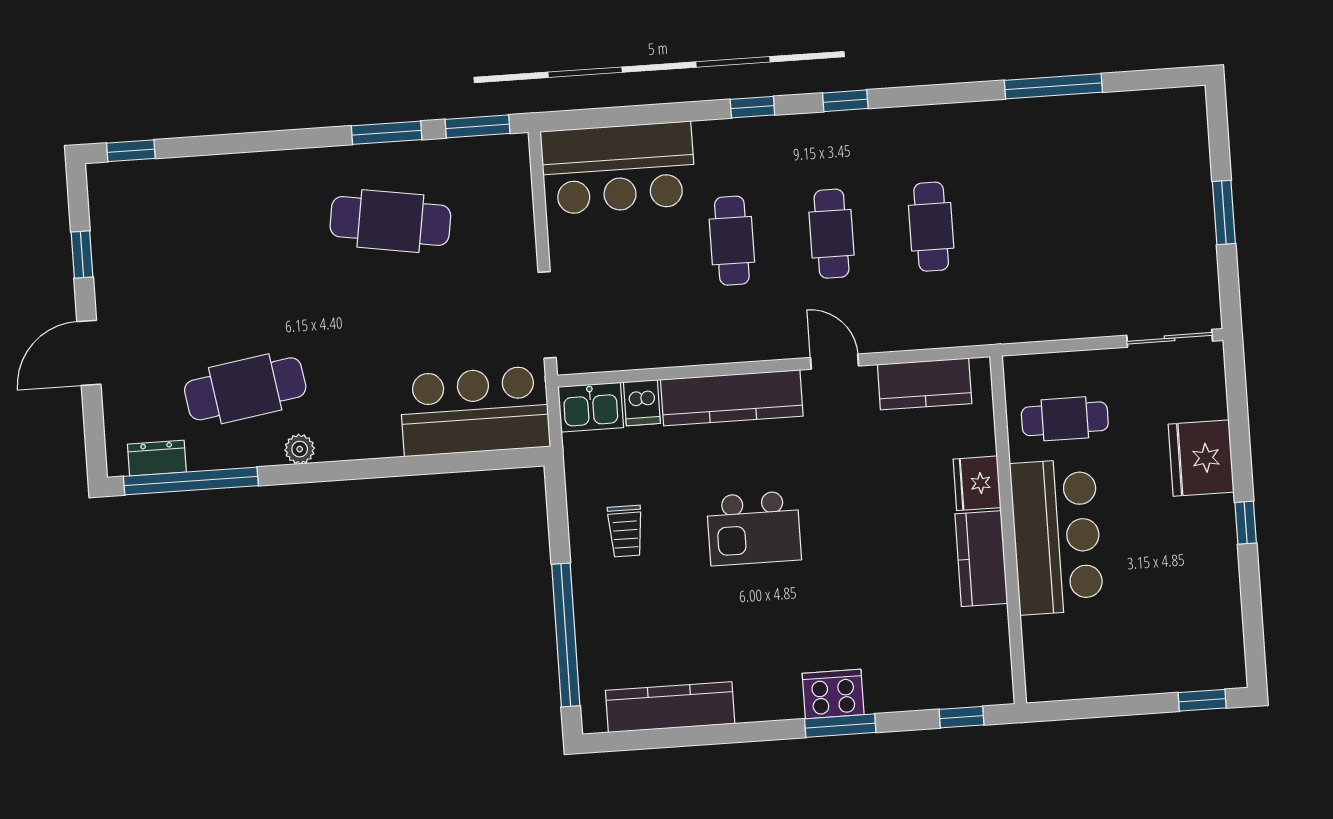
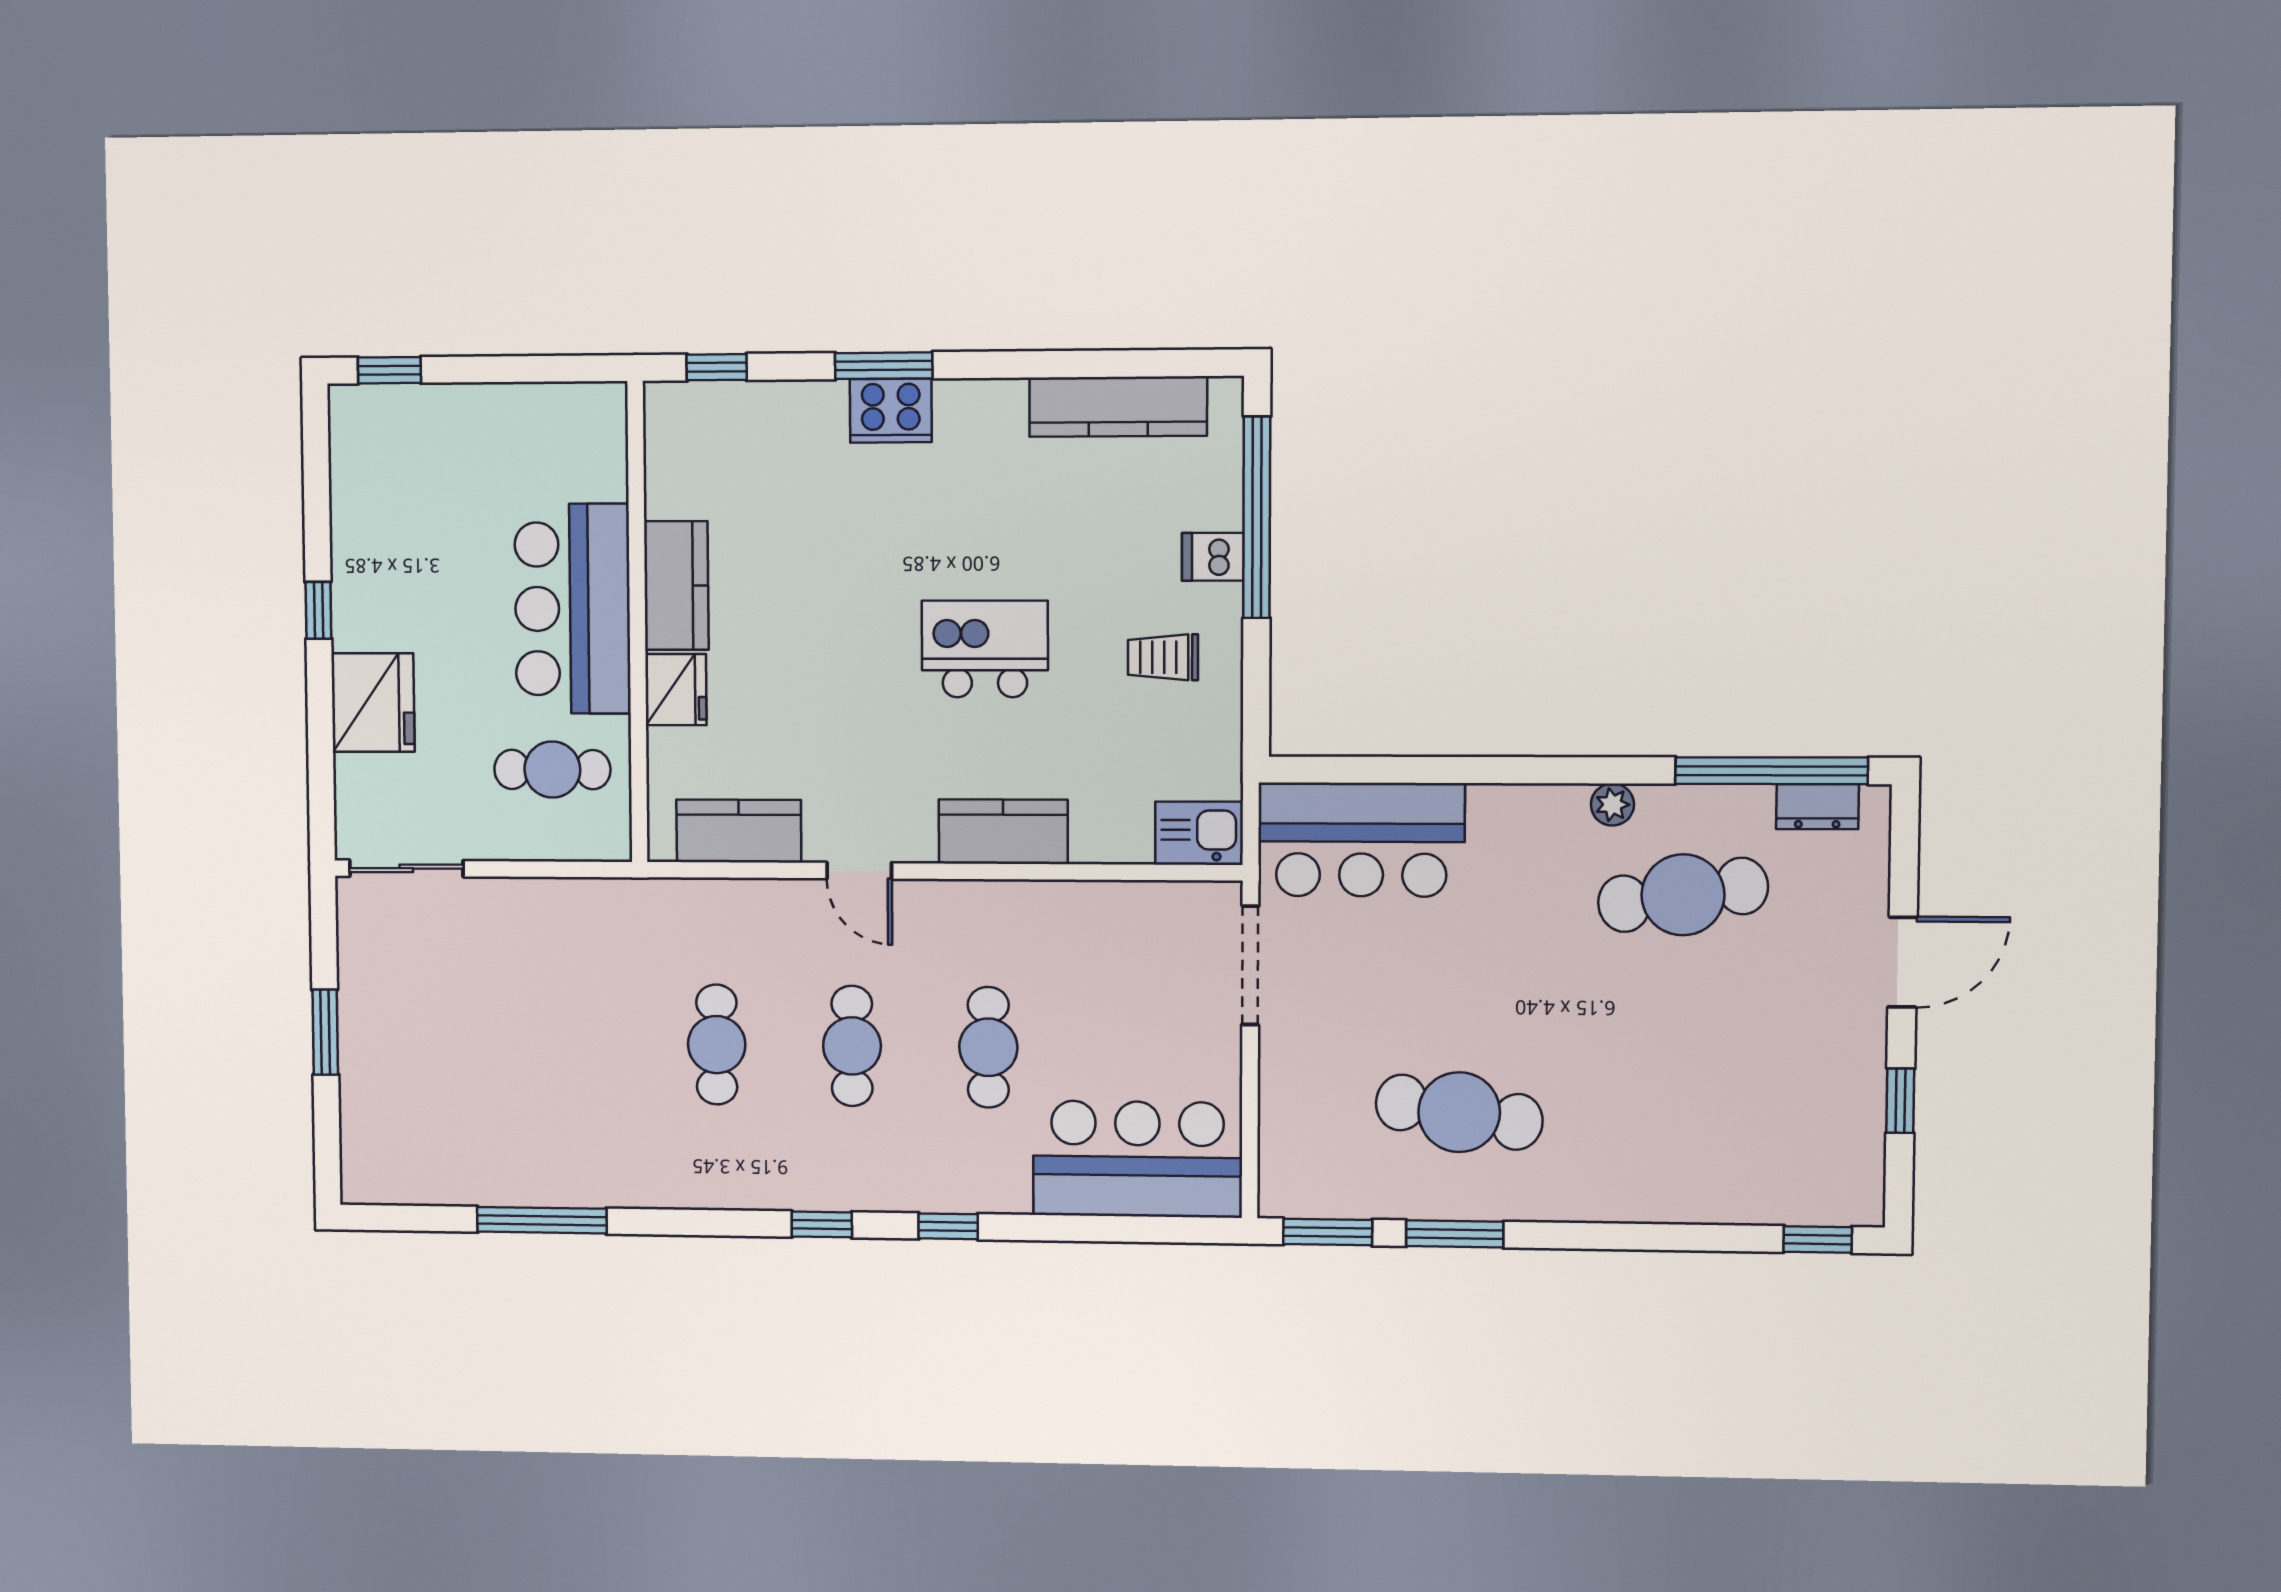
kitchen counter: (732, 398) -> (1003, 832), width x0.67
dishwasher: (642, 403) -> (1213, 557), moved, turned -90
trolley: (625, 531) -> (1163, 657), turned -90

